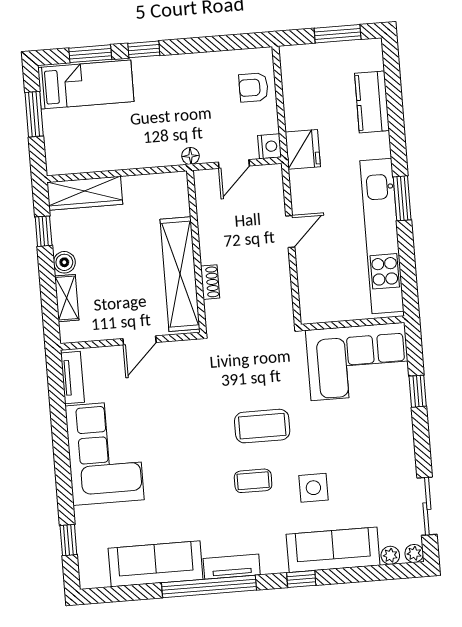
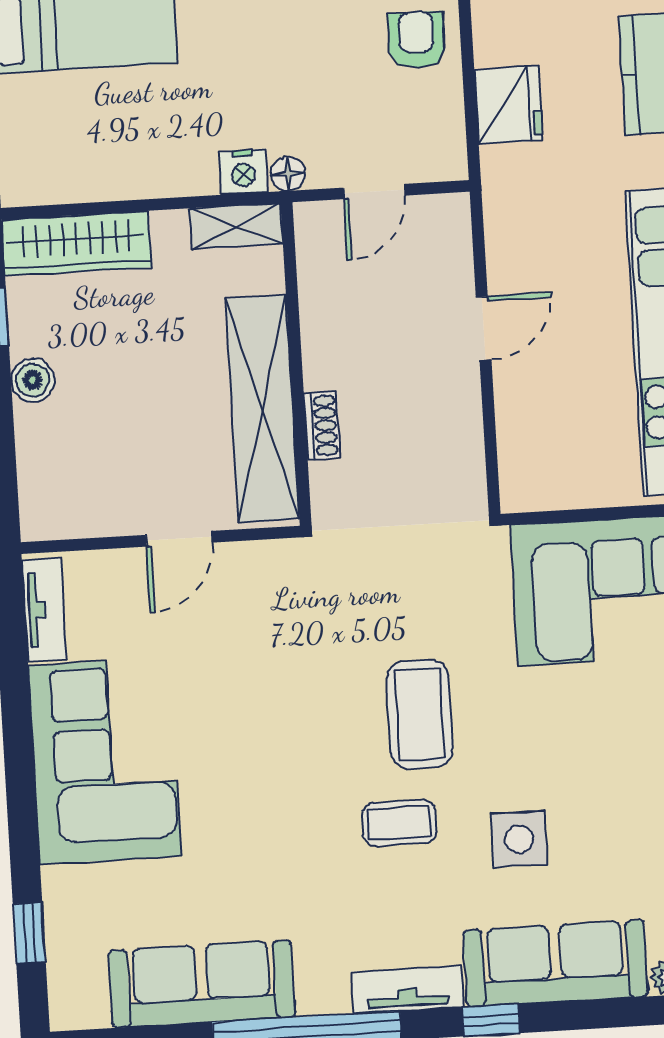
armchair: (253, 87) -> (416, 40), turned 90
nightstand: (270, 146) -> (243, 172), moved, turned 90
fridge: (303, 149) -> (508, 105), moved
shelving: (67, 298) -> (236, 226), moved, turned 90
coffee table: (262, 426) -> (420, 714), turned 90
tv unit: (232, 567) -> (407, 990), moved

